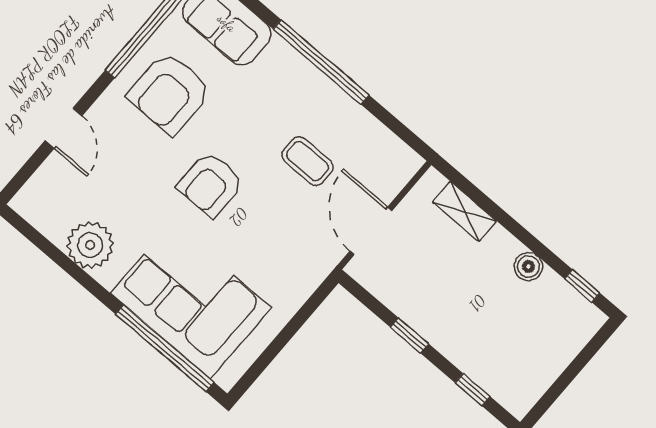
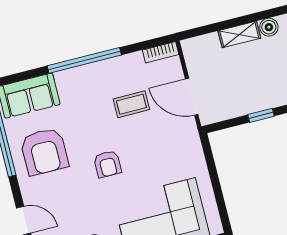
bookcase: (400, 152) -> (161, 52), added
armchair: (210, 184) -> (108, 164), width x0.72, depth x0.72
shelving: (464, 211) -> (239, 34), moved

